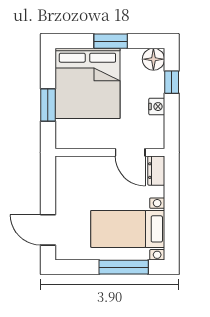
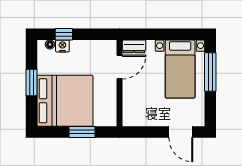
floor lamp: (153, 59) -> (50, 44), width x0.53, depth x0.53
nightstand: (157, 107) -> (62, 46), moved
door: (48, 230) -> (181, 132), hinge flipped

